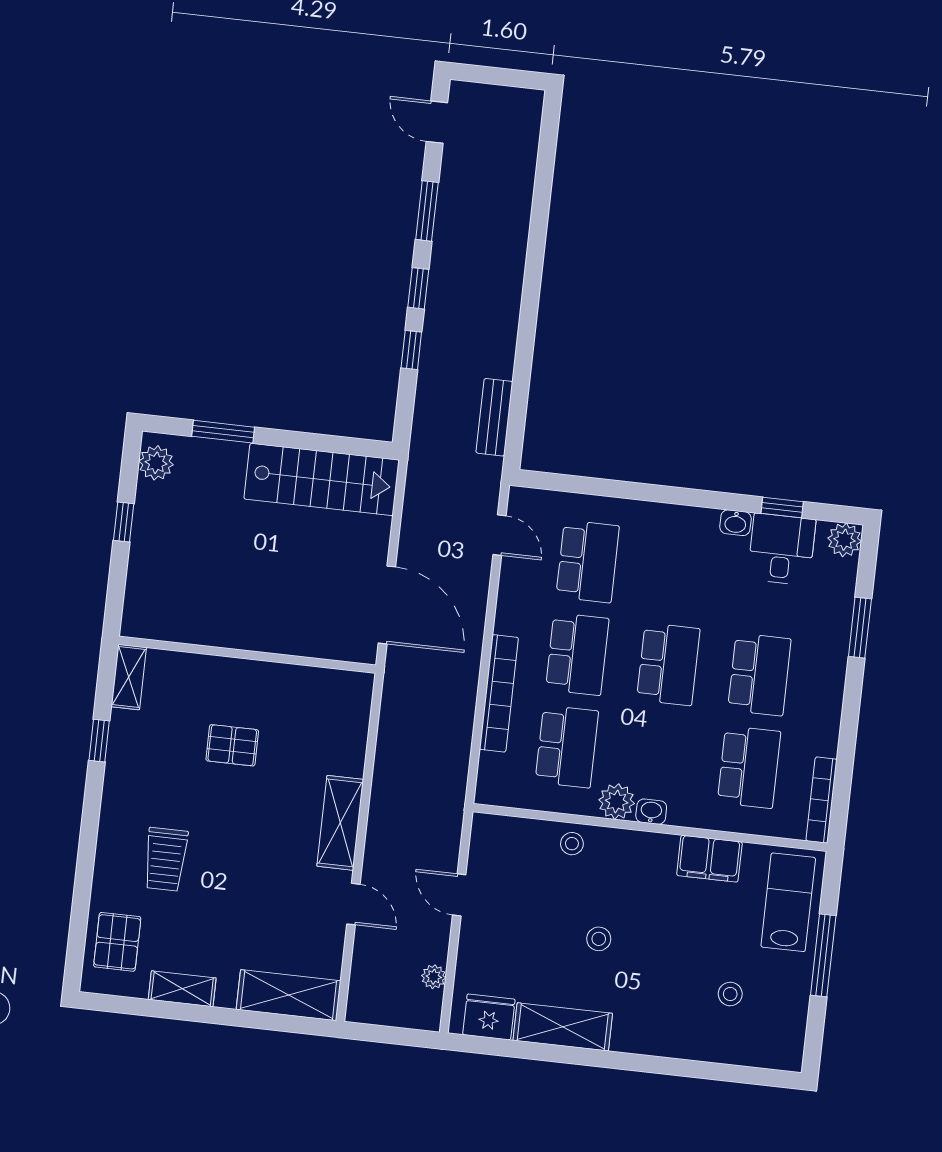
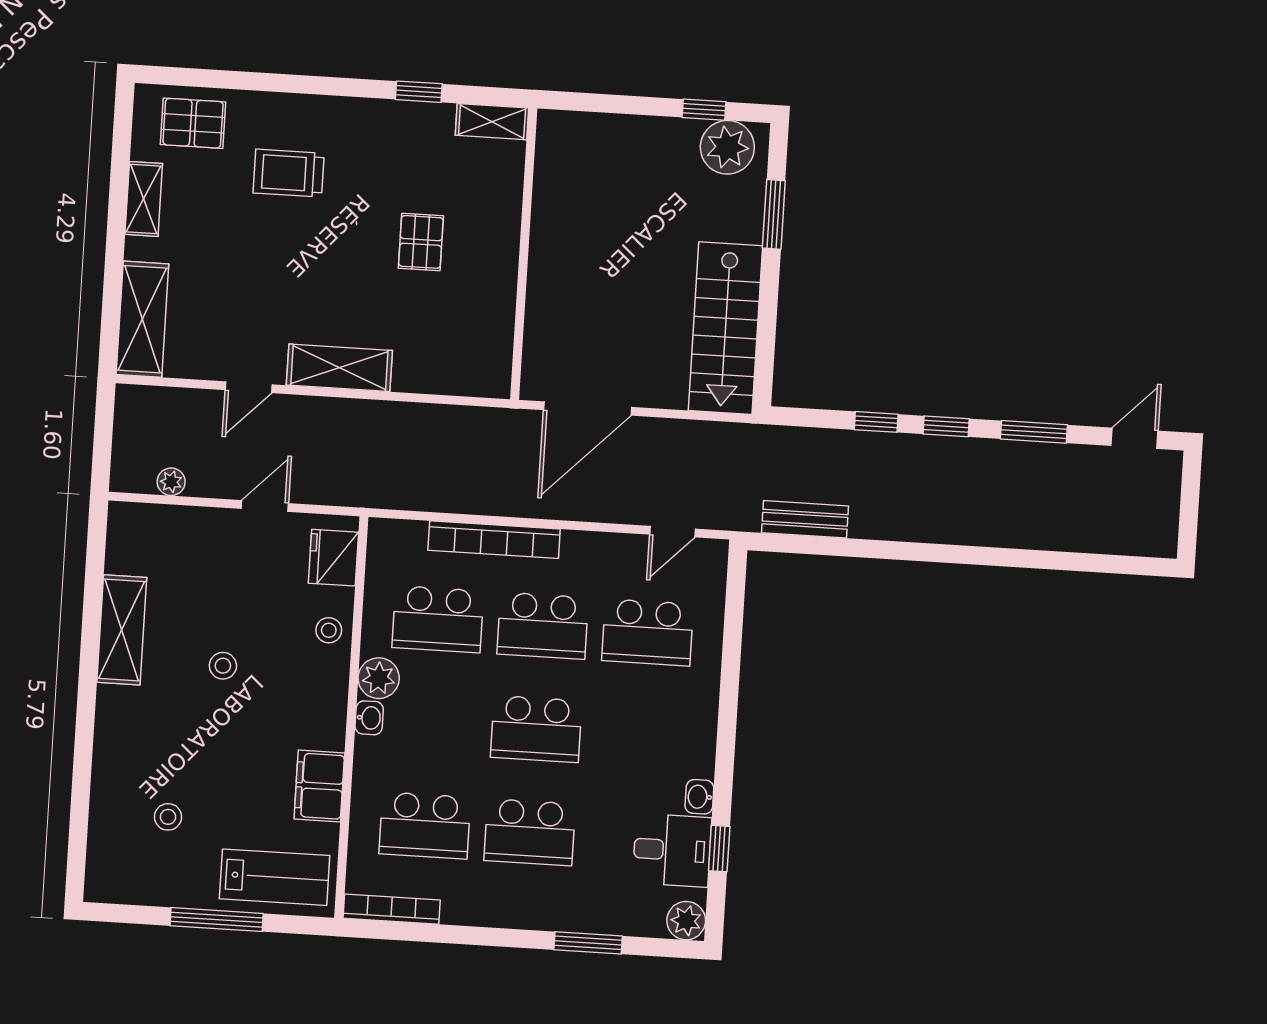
plant: (156, 463) -> (727, 147), width x1.36, depth x1.36
window: (124, 522) -> (704, 110), moved
fridge: (489, 1017) -> (333, 558), moved, turned 180

